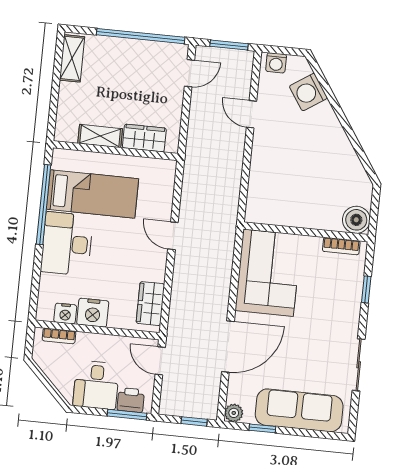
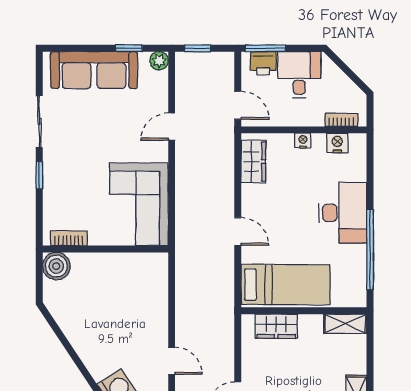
shelving: (100, 136) -> (345, 324), moved
bed: (93, 194) -> (286, 285), moved, turned 180
window: (366, 289) -> (39, 175), moved
nightstand: (93, 313) -> (303, 141), width x0.53, depth x0.56
door: (228, 346) -> (172, 127), width x0.53

